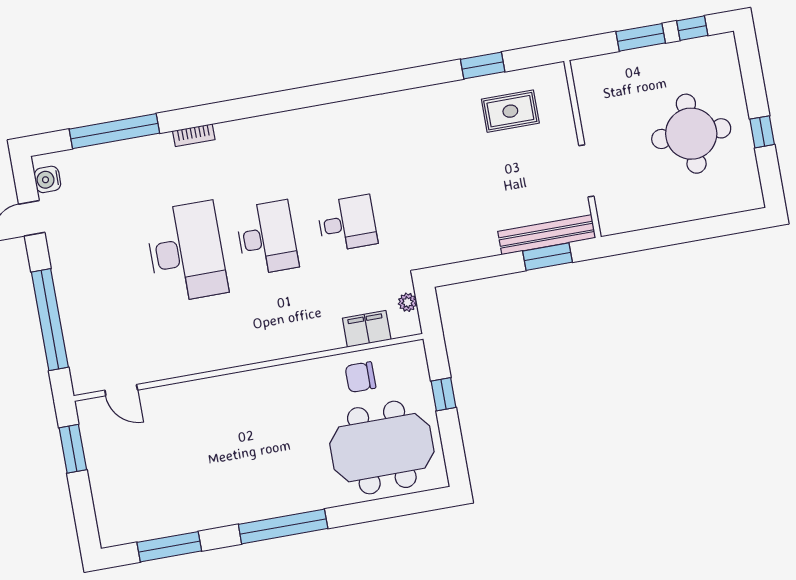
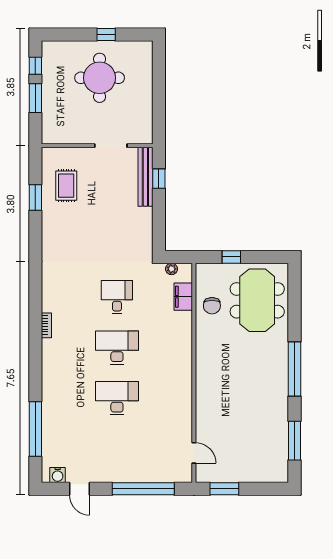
bookcase: (194, 135) -> (46, 325), moved
desk: (187, 252) -> (117, 398), width x0.73, depth x0.77
window: (547, 257) -> (159, 179), width x0.67
door: (121, 390) -> (194, 453), hinge flipped

